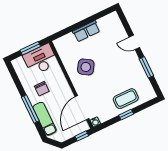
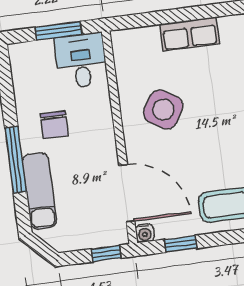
desk: (40, 60) -> (81, 61), width x0.73
door: (82, 108) -> (127, 193), swing flipped
window: (126, 115) -> (181, 244), moved

